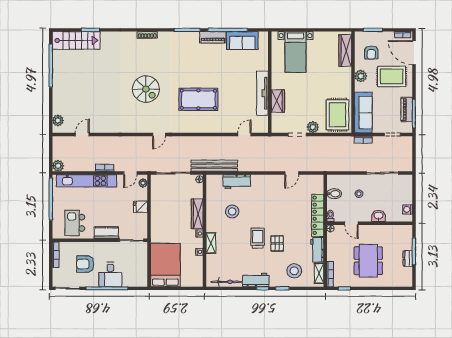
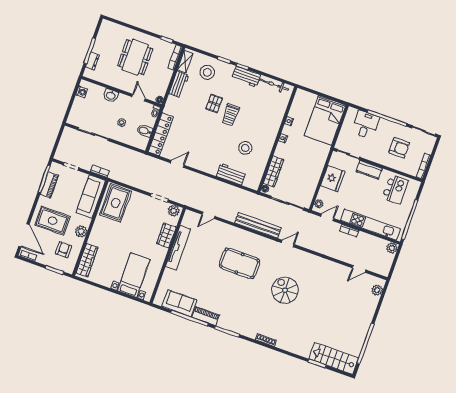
plant: (313, 127) -> (174, 211), moved
bench: (214, 166) -> (258, 225), moved
fridge: (140, 207) -> (333, 179), width x1.88, depth x1.34
wardrobe: (197, 214) -> (274, 171), moved
locker: (318, 215) -> (161, 134), moved
shelving: (211, 243) -> (275, 126), removed
dresser: (408, 258) -> (93, 61), moved
desk: (110, 274) -> (365, 125), moved

